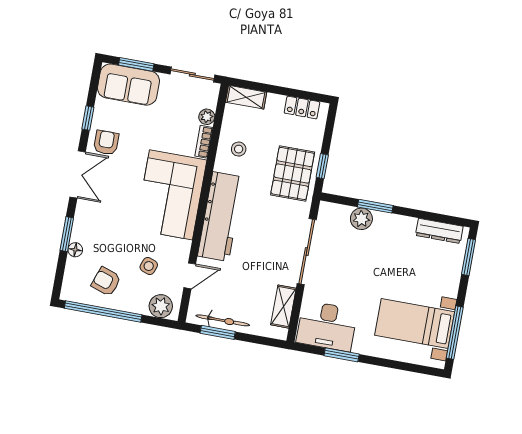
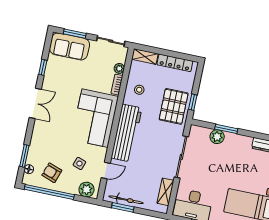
locker: (302, 107) -> (175, 63), width x1.53
armchair: (106, 143) -> (54, 83), removed
window: (67, 234) -> (24, 156), moved
floor lamp: (75, 250) -> (29, 169), moved

